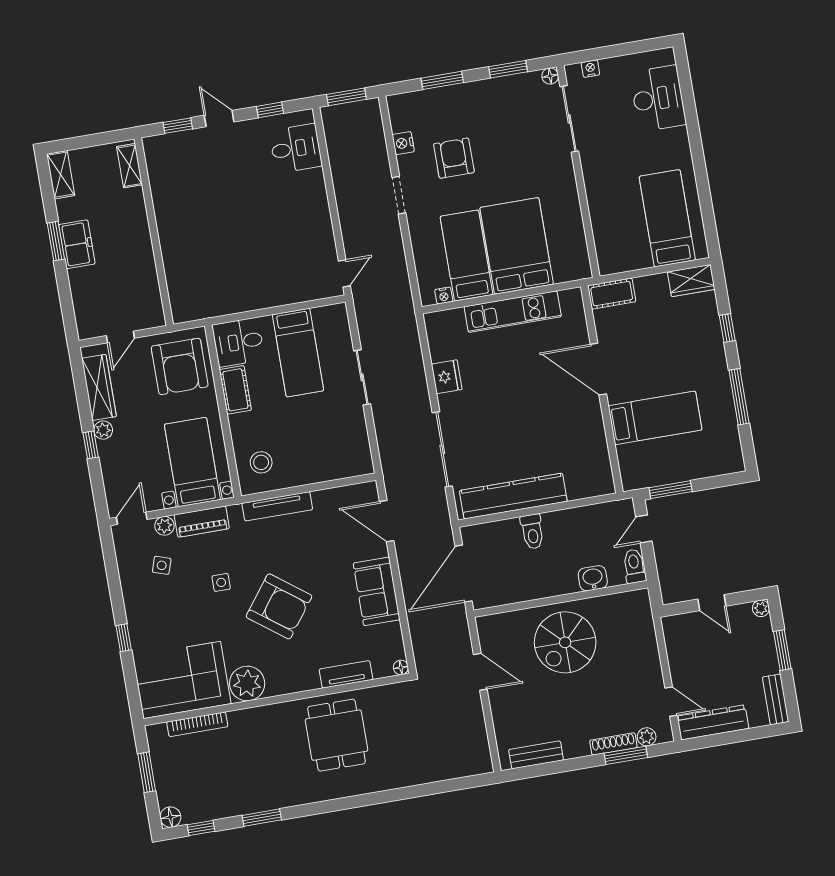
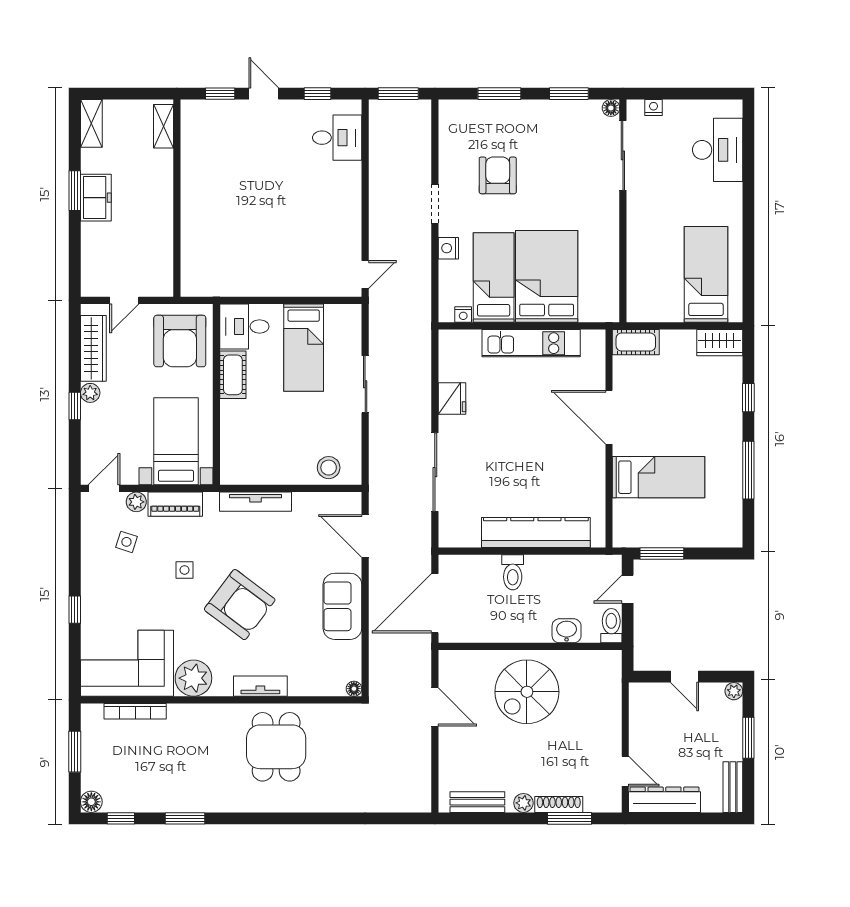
nightstand: (403, 143) -> (448, 248), moved
stool: (261, 462) -> (329, 468), moved
kitchen counter: (513, 496) -> (536, 532), moved
tv unit: (346, 674) -> (260, 686), moved
plant: (647, 737) -> (523, 803), moved

